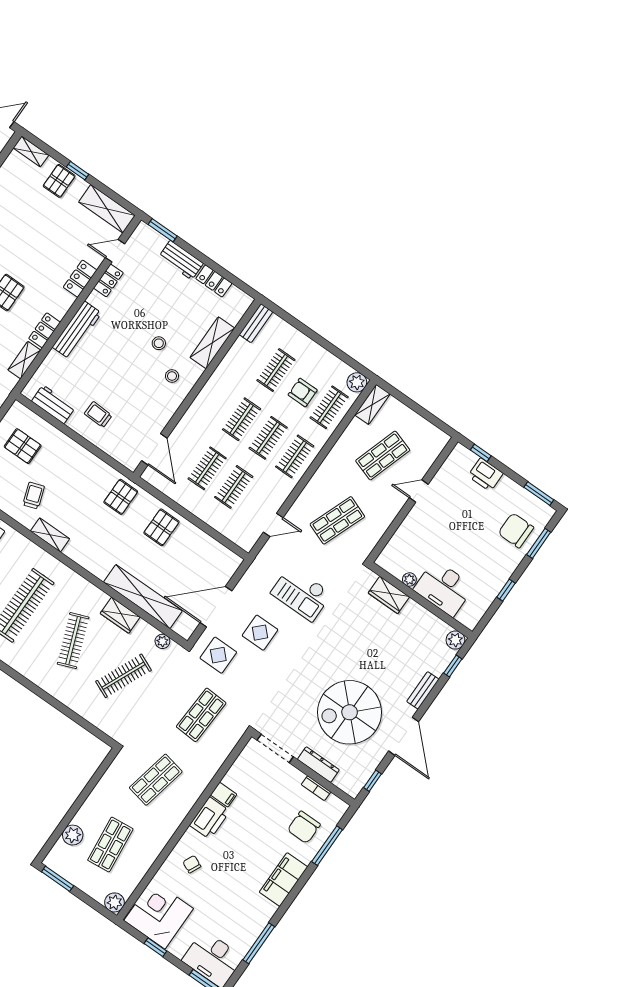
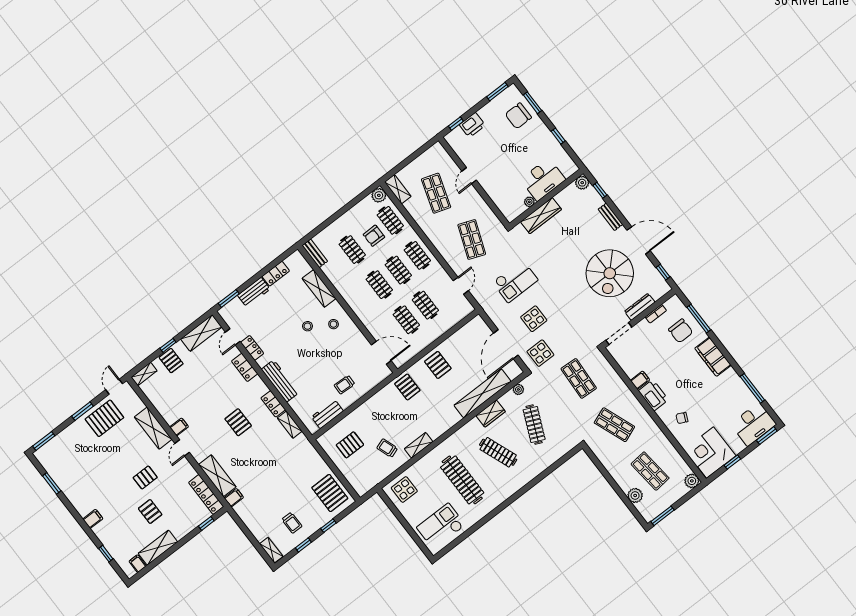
wardrobe: (389, 595) -> (541, 216), width x1.50
shop shelf: (156, 780) -> (614, 425), turned -33

